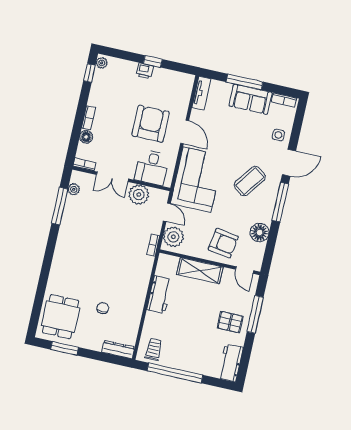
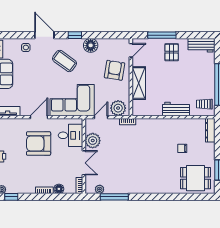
window: (280, 202) -> (75, 35), width x0.46
floor lamp: (259, 233) -> (91, 45), moved
workbench: (159, 295) -> (176, 109), moved

